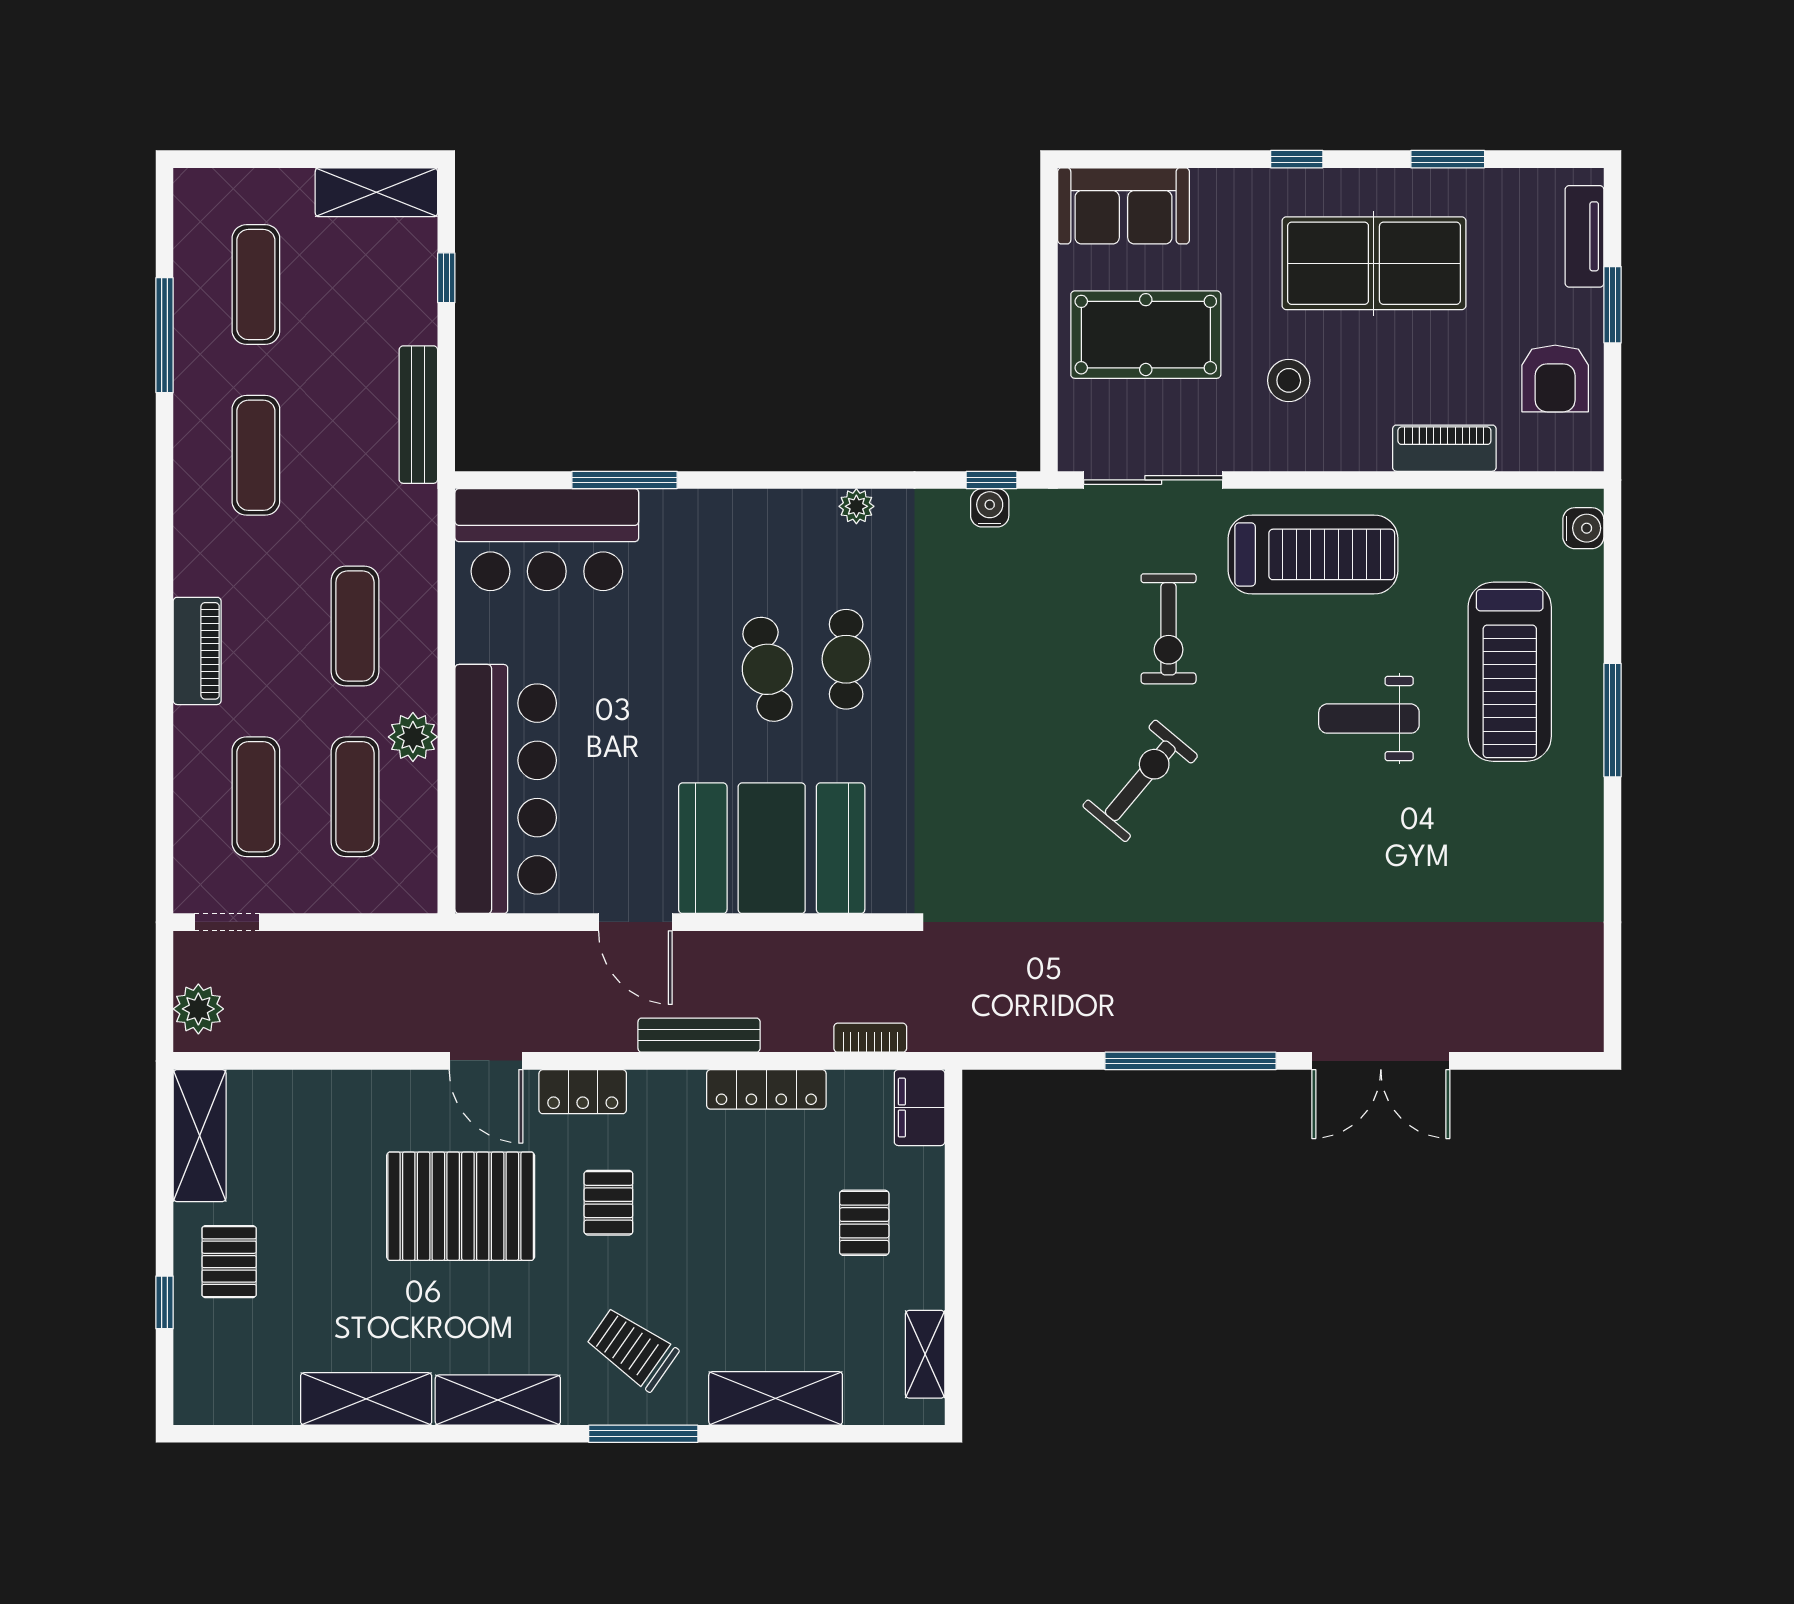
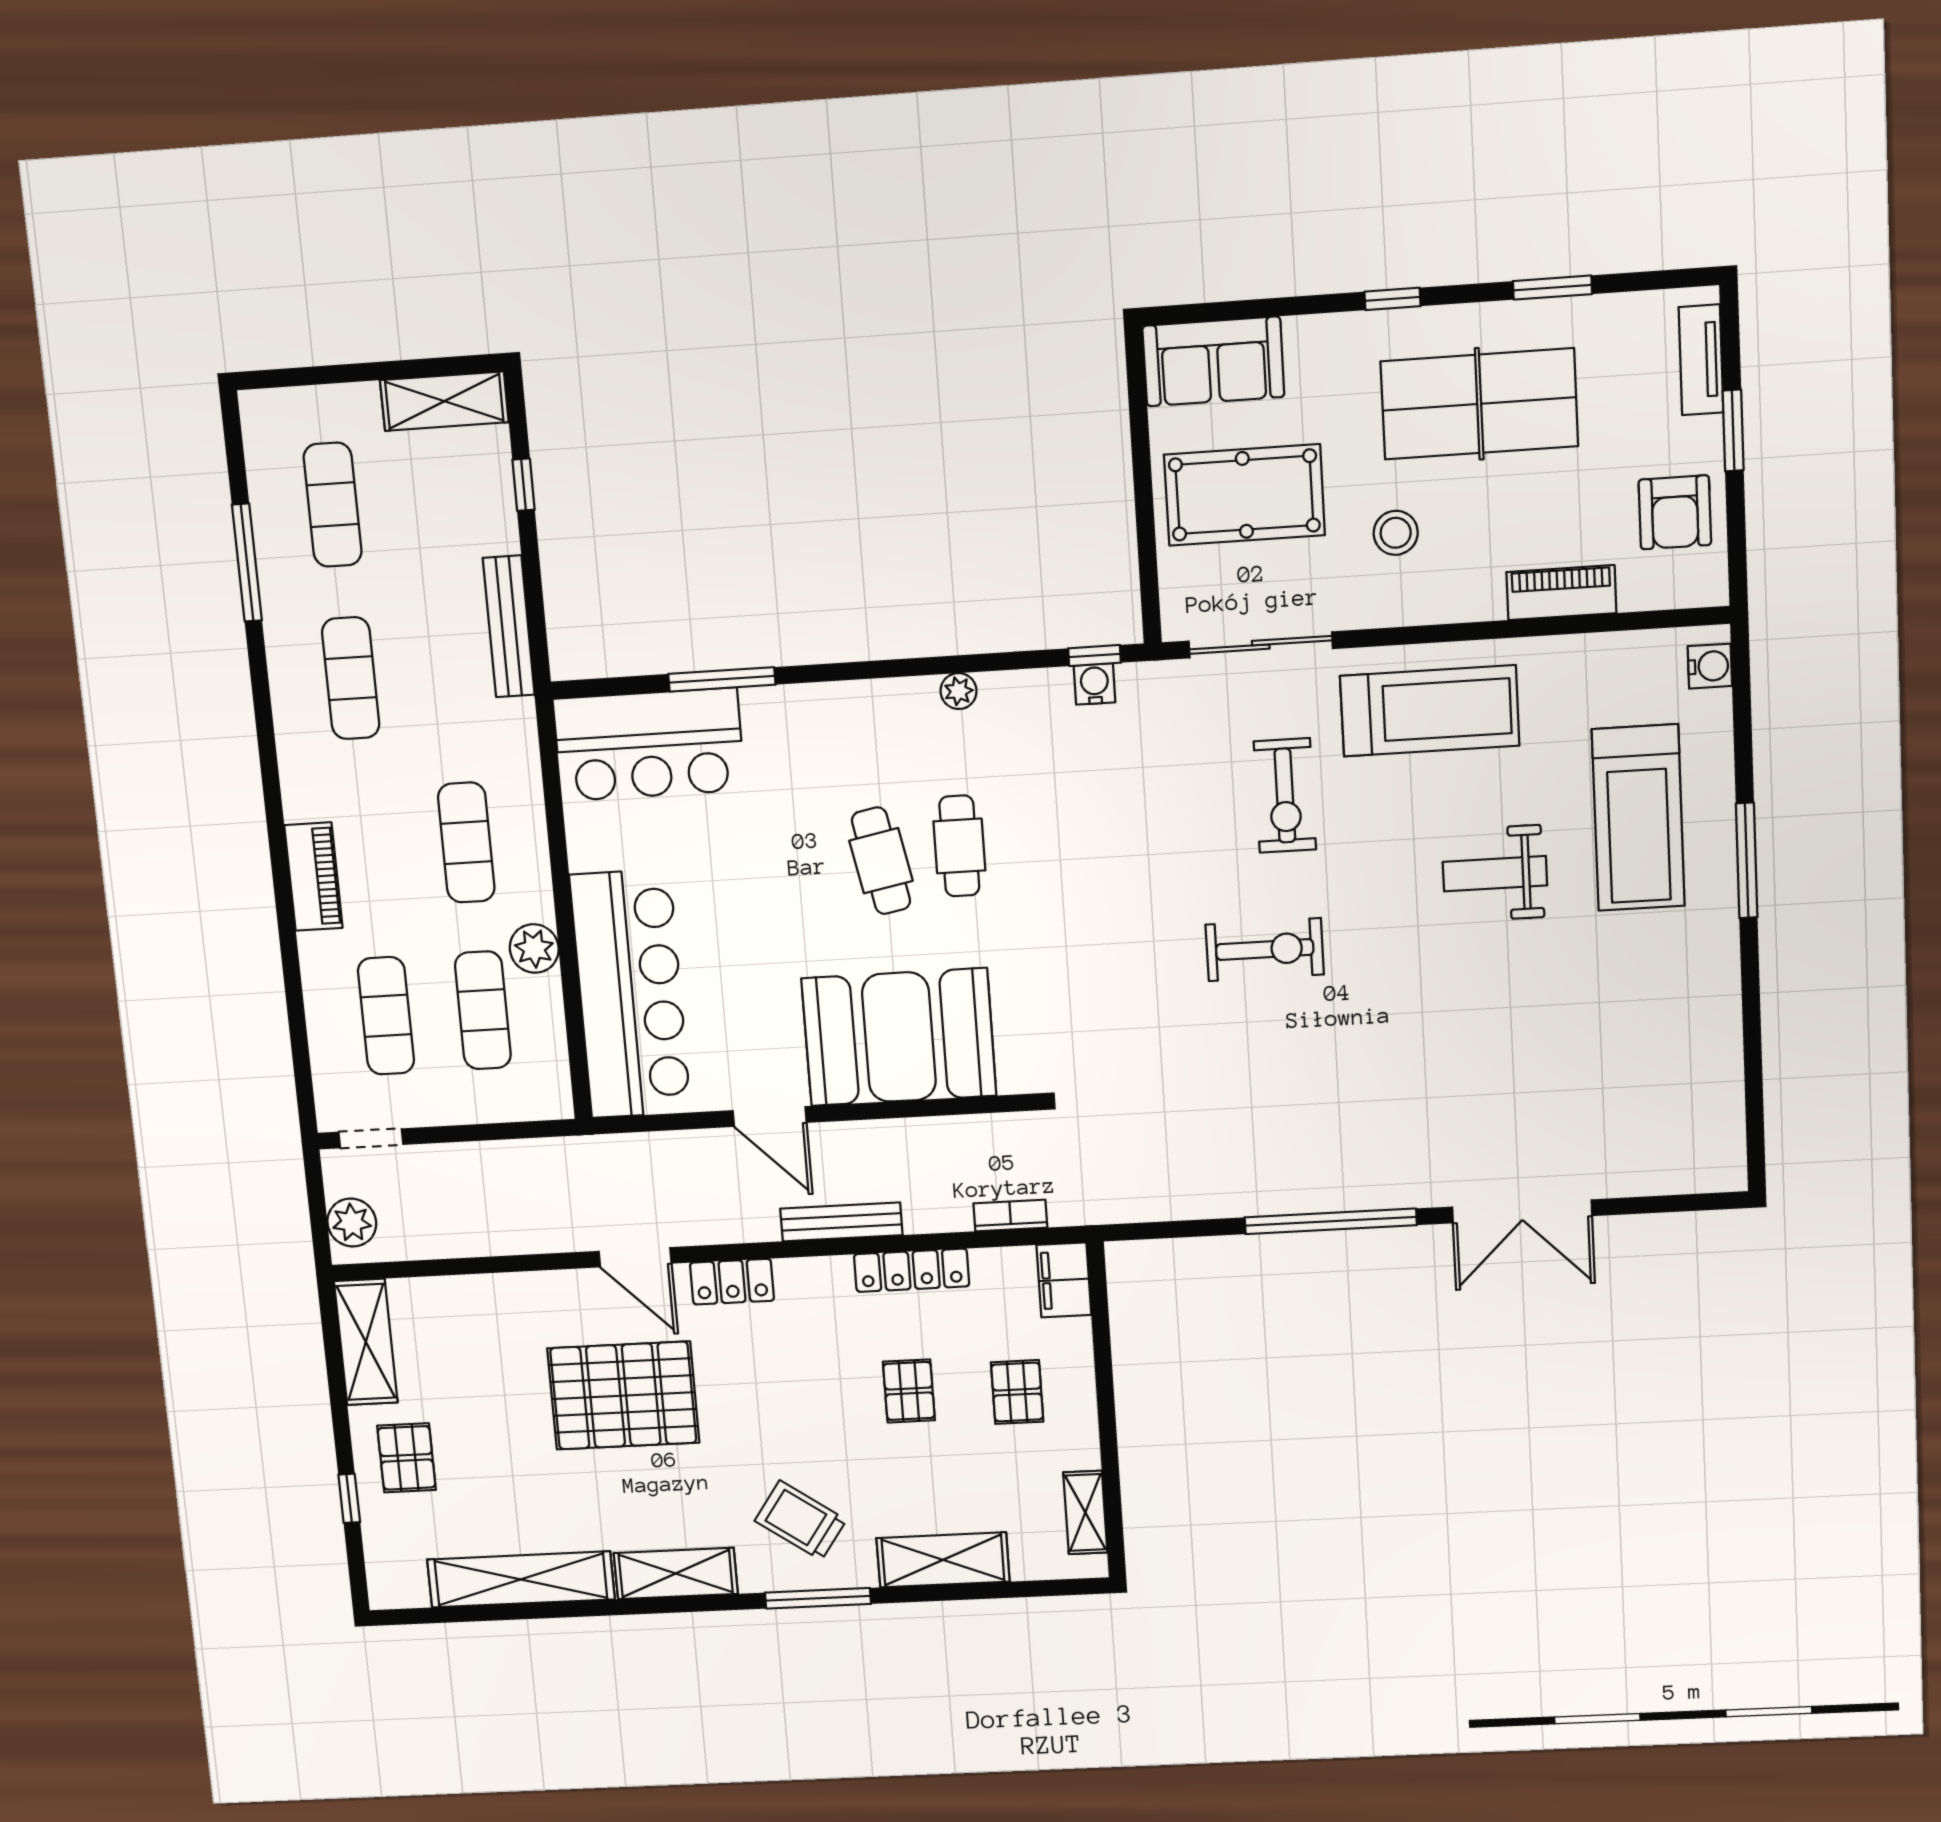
exercise bike: (1140, 781) -> (1265, 950), turned 50
pallet: (608, 1203) -> (909, 1391), moved
shelving: (366, 1399) -> (521, 1579), width x1.47

